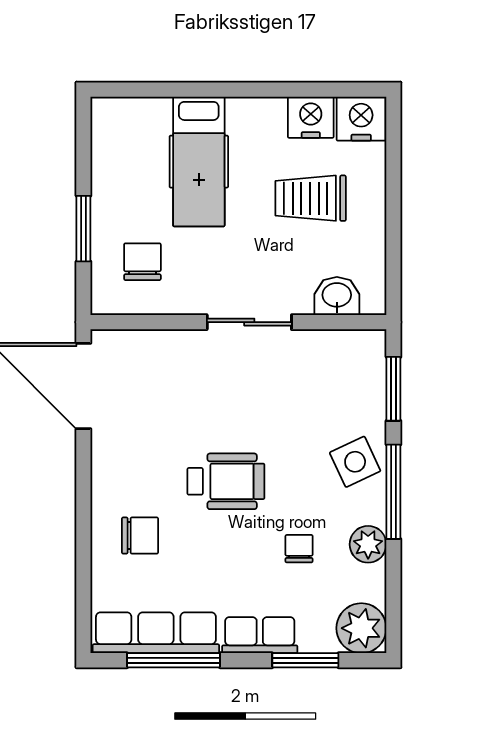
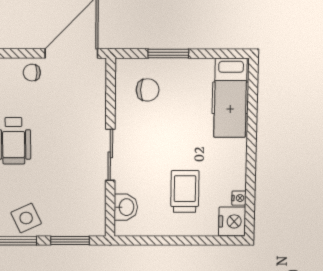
nightstand: (311, 117) -> (239, 198), width x0.53, depth x0.56
hospital bed: (199, 162) -> (230, 98), moved, turned -90
chair: (114, 451) -> (32, 73), added

